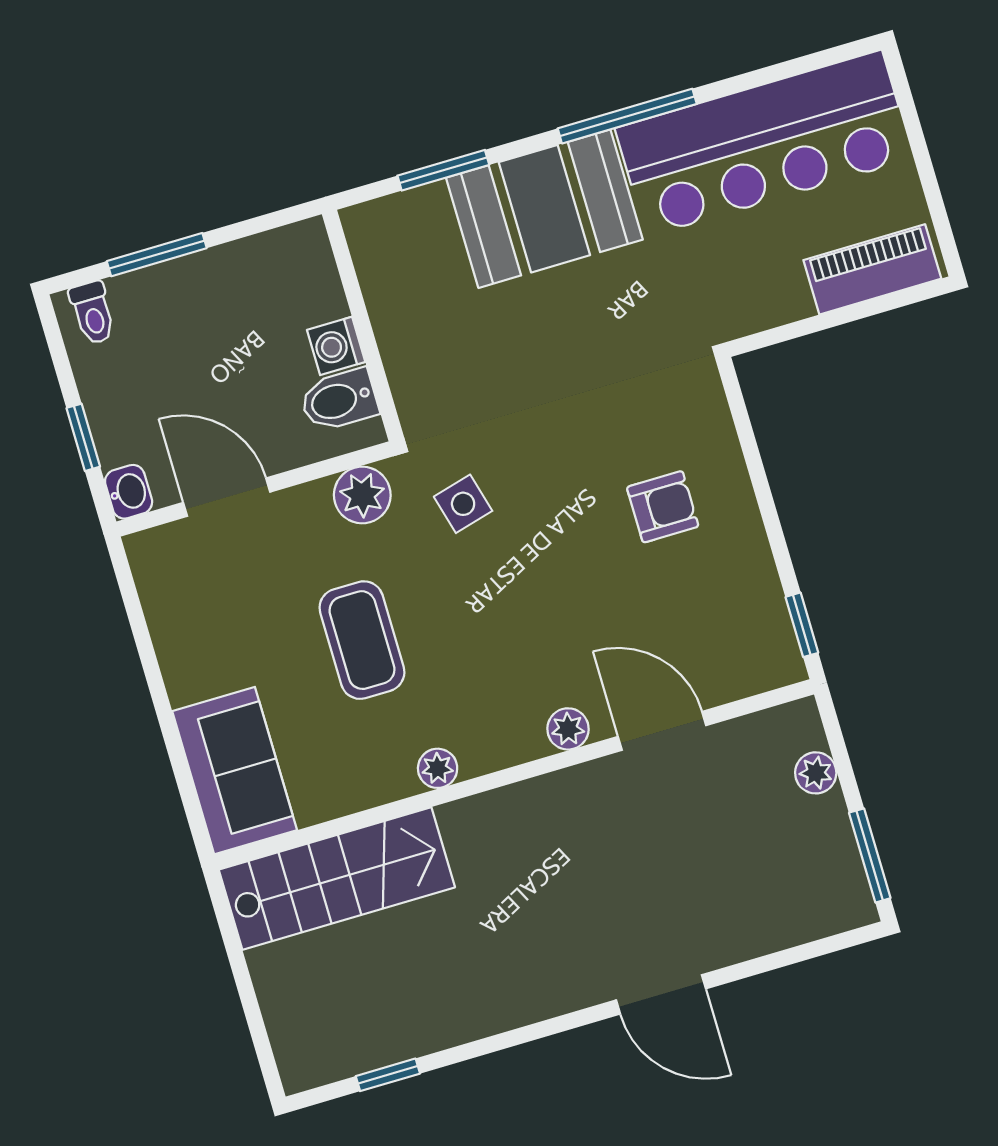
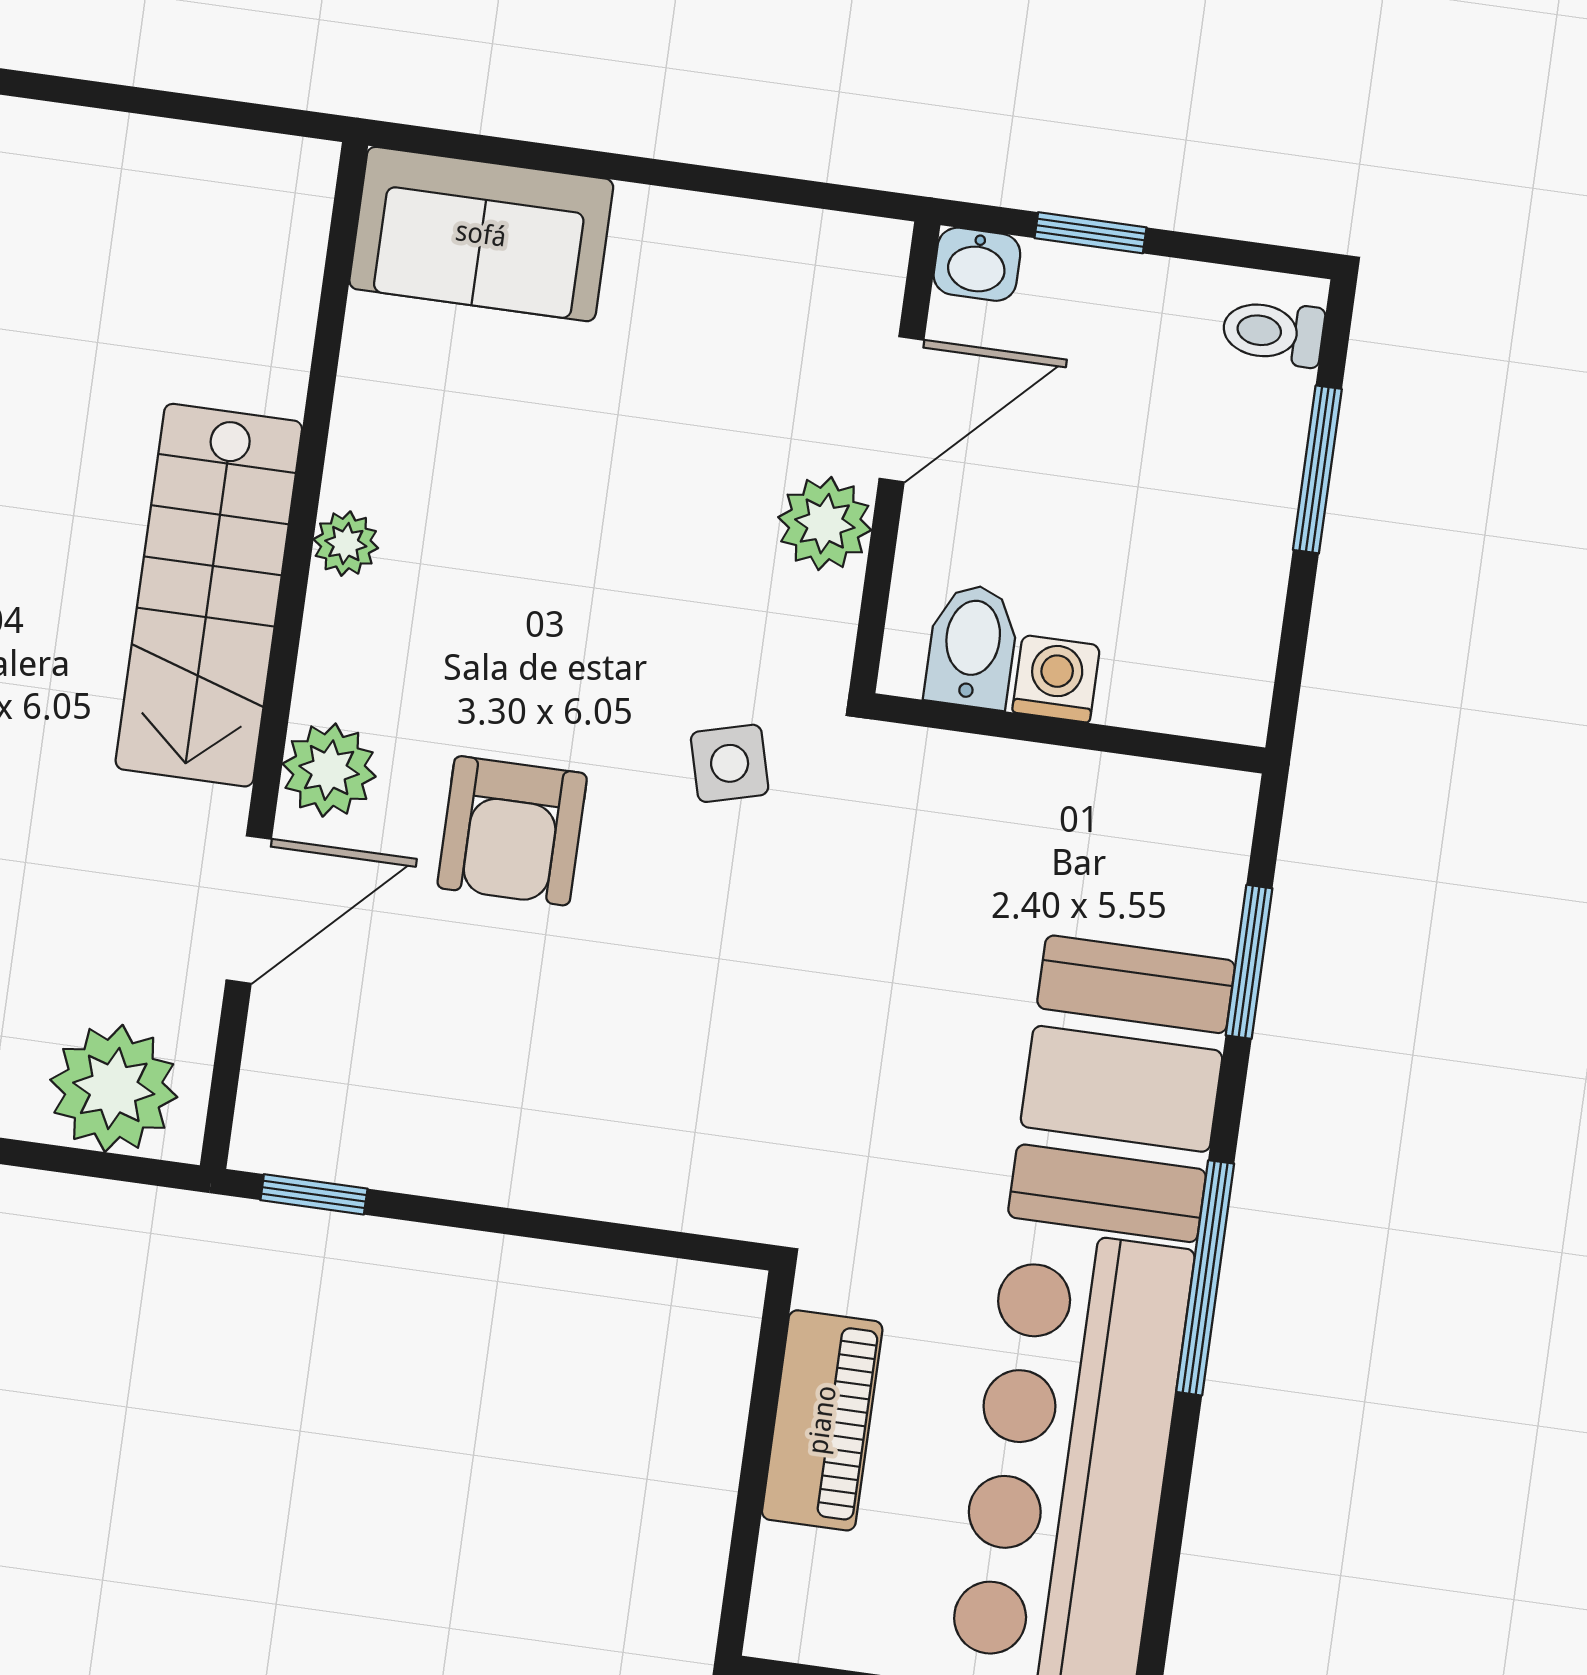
piano: (872, 269) -> (822, 1420), moved
plant: (362, 495) -> (825, 524), moved
armchair: (663, 507) -> (512, 831), moved, width x1.38, depth x1.38
coffee table: (362, 640) -> (592, 517), removed
plant: (568, 729) -> (329, 770), width x1.38, depth x1.38
plant: (816, 773) -> (114, 1088), width x1.88, depth x1.88
stairs: (337, 878) -> (209, 595), moved

